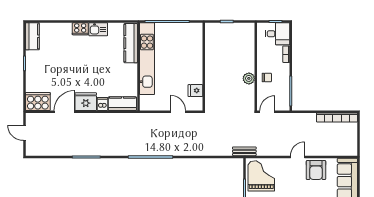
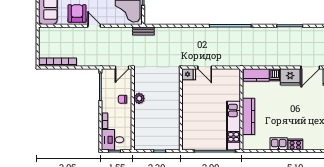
kitchen counter: (131, 43) -> (249, 116), moved
kitchen unit: (147, 59) -> (234, 126), width x0.73
fridge: (195, 91) -> (189, 74), moved
door: (298, 157) -> (94, 26), swing flipped

